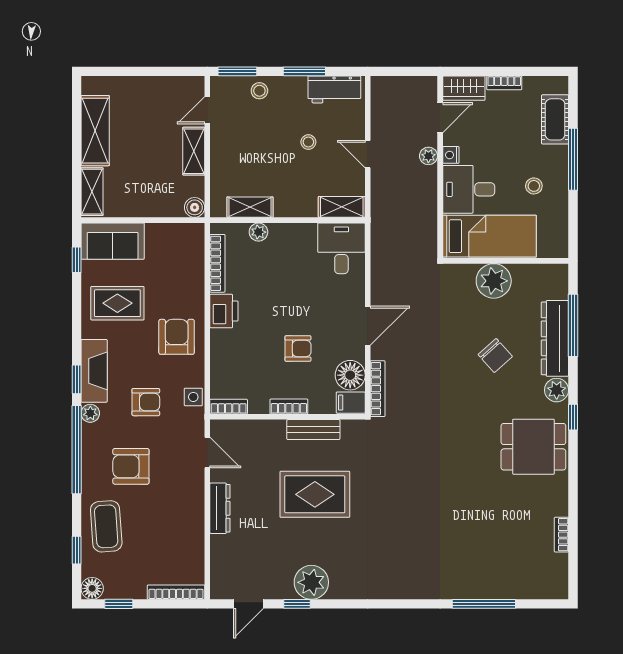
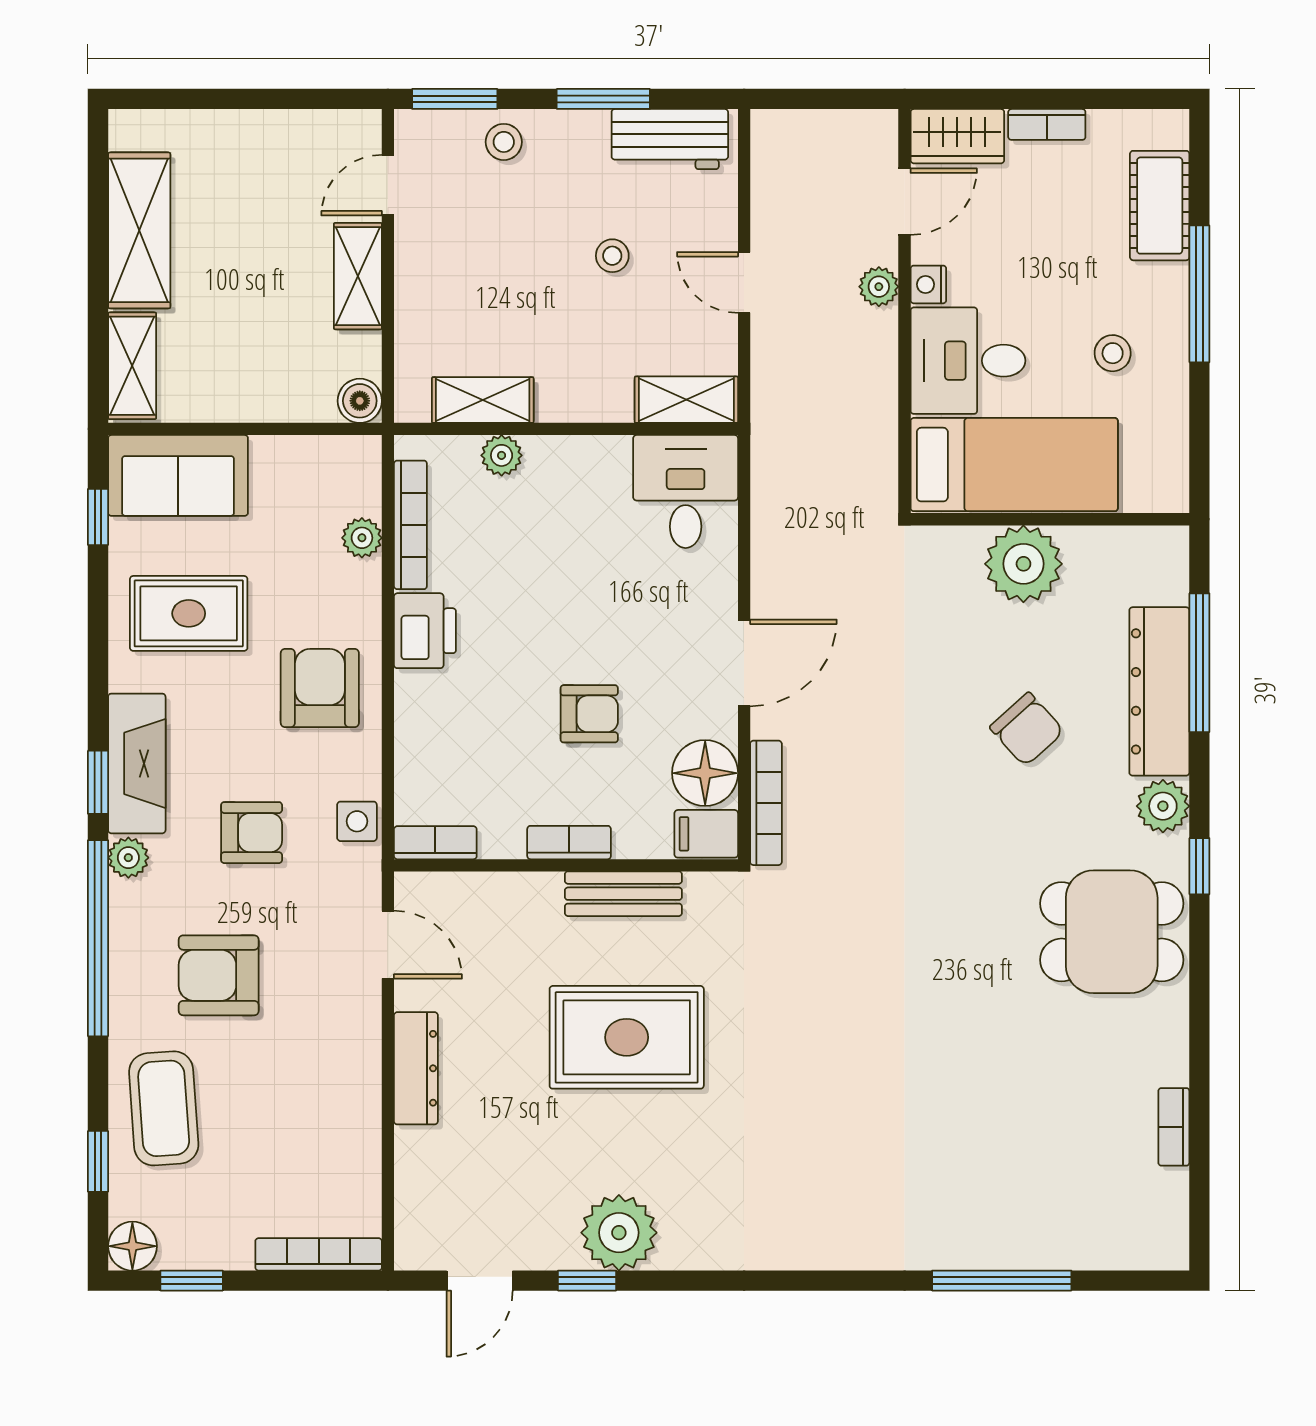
plant: (196, 269) -> (362, 538), added

